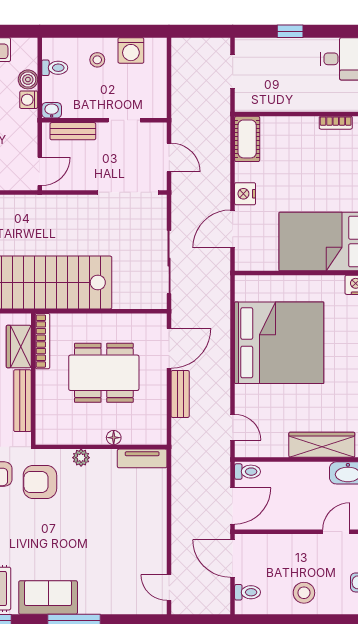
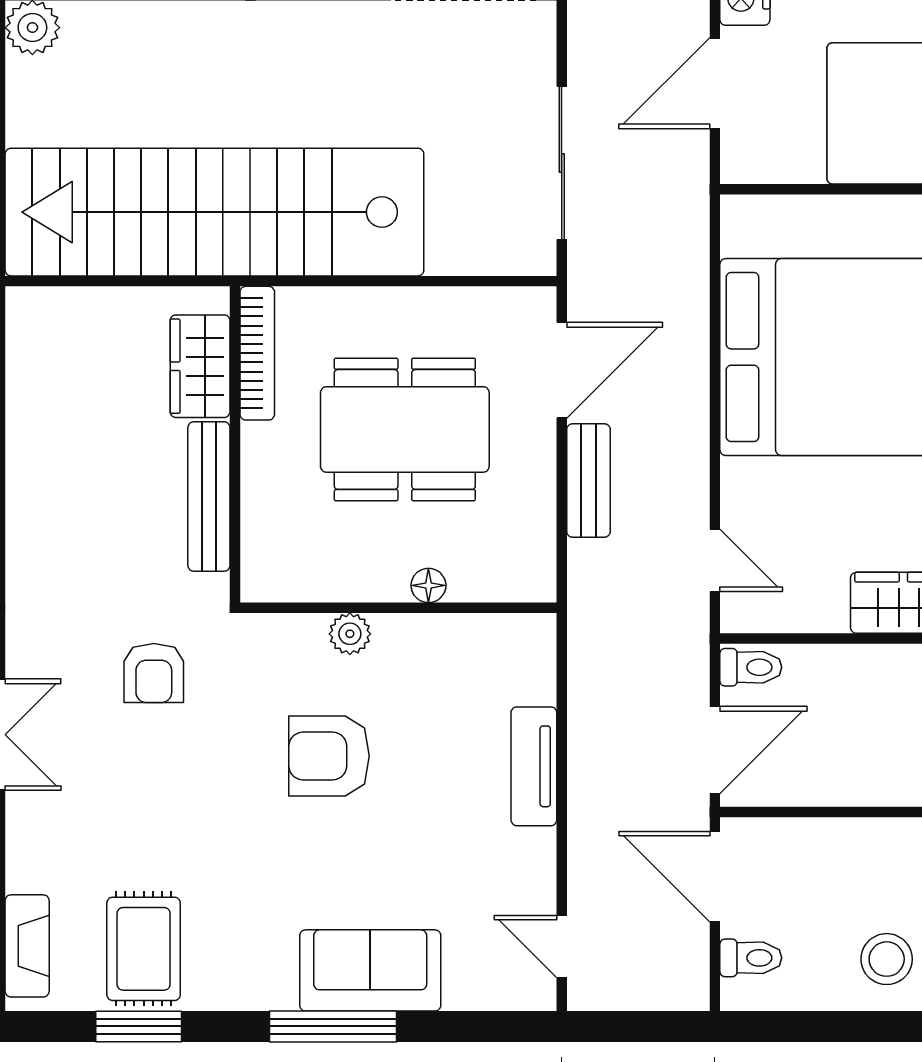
tv unit: (142, 458) -> (534, 766), moved, turned 90
armchair: (40, 482) -> (329, 756), moved
sofa: (48, 597) -> (370, 970), moved

